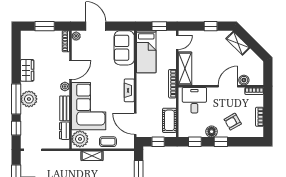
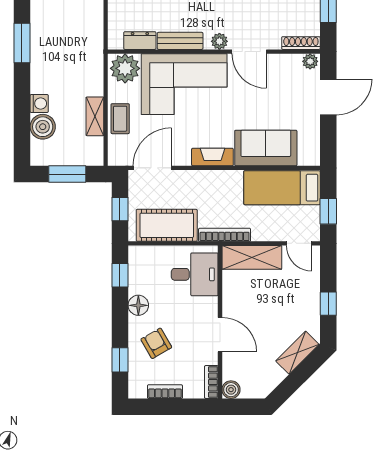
sofa: (124, 48) -> (266, 148), moved
boiler: (244, 80) -> (231, 390), moved
cot: (169, 120) -> (167, 225), width x1.37, depth x1.34
window: (221, 142) -> (120, 360), moved
shelving: (92, 156) -> (95, 116), moved

